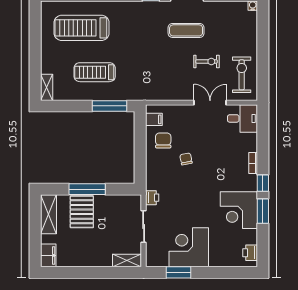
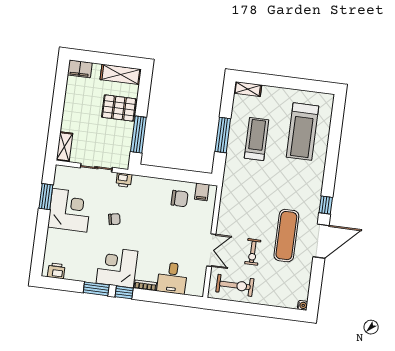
treadmill: (82, 28) -> (302, 132), turned 180
exercise mat: (186, 30) -> (286, 236), width x1.36, depth x1.45
window: (110, 106) -> (223, 135), moved
desk: (242, 118) -> (172, 278), moved
chair: (186, 159) -> (114, 219), moved
window: (87, 189) -> (138, 134), moved
corner desk: (239, 210) -> (117, 267), moved

